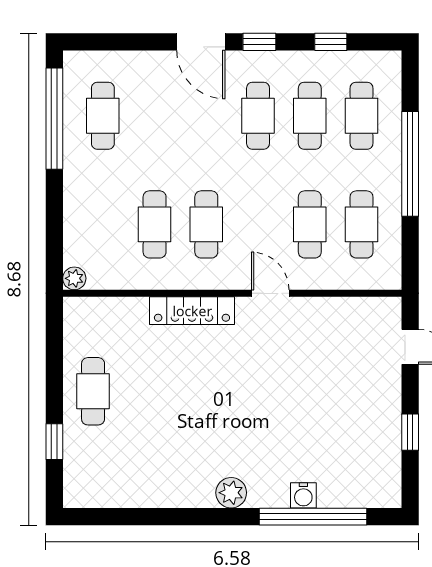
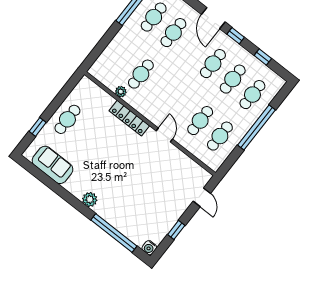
cafe table: (206, 224) -> (173, 33), moved
plant: (74, 278) -> (121, 92), moved
sofa: (127, 484) -> (53, 165), added
water cooler: (303, 495) -> (149, 248), moved

